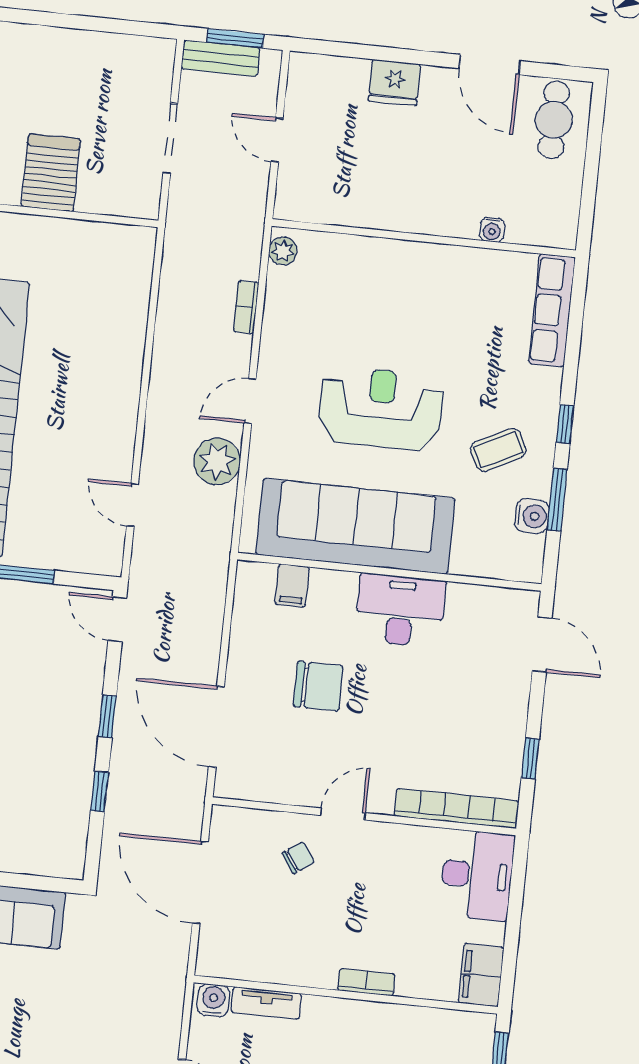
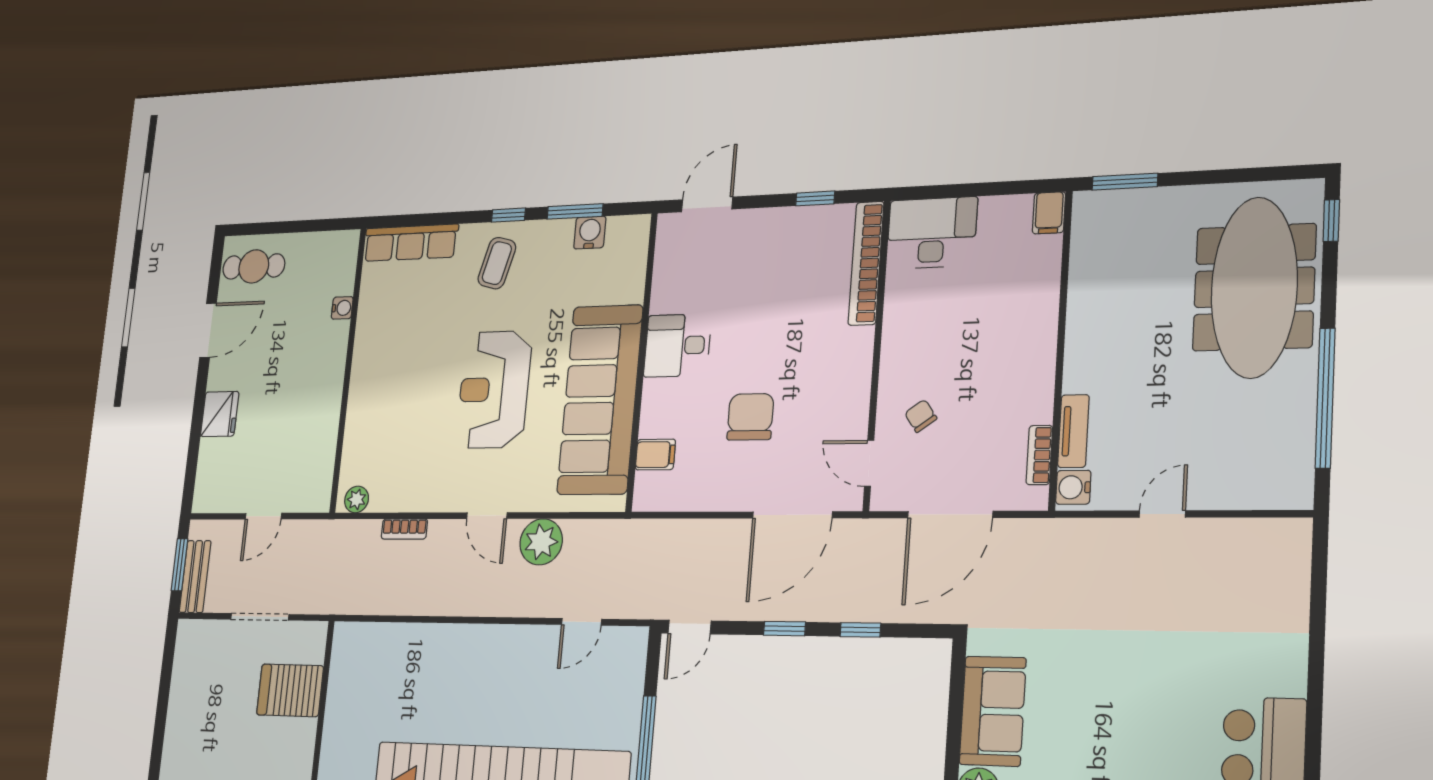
server rack: (51, 173) -> (290, 690), moved
coffee table: (498, 450) -> (497, 263), moved, turned 42
desk: (400, 610) -> (677, 345), width x0.73
door: (343, 814) -> (869, 463), moved
filing cabinet: (481, 975) -> (1049, 213), width x0.50
bookcase: (366, 982) -> (1039, 455), moved

